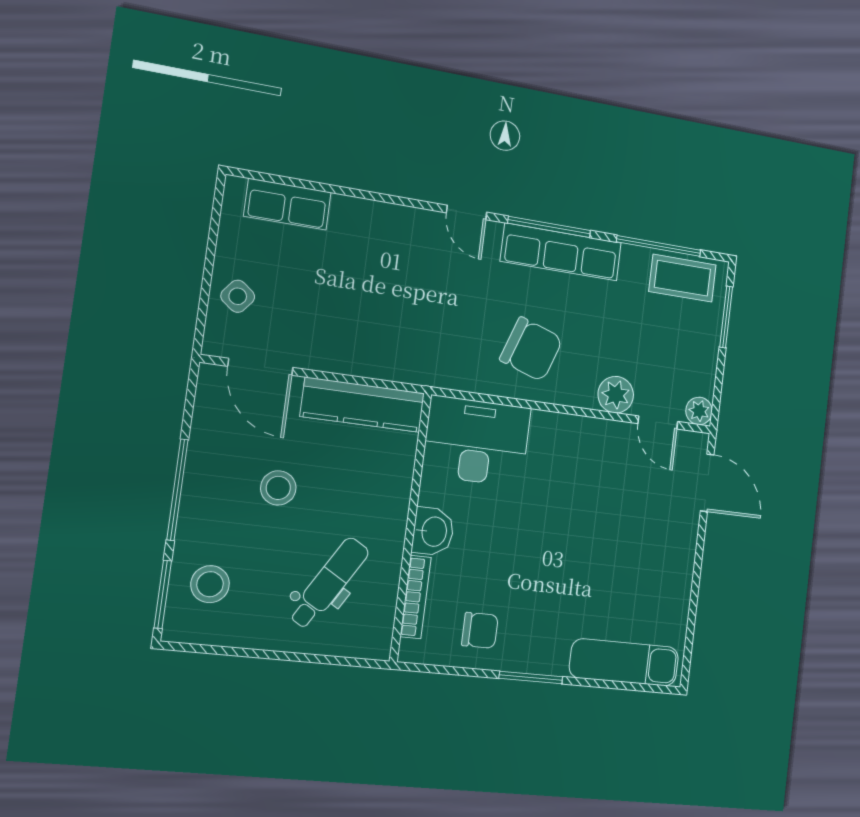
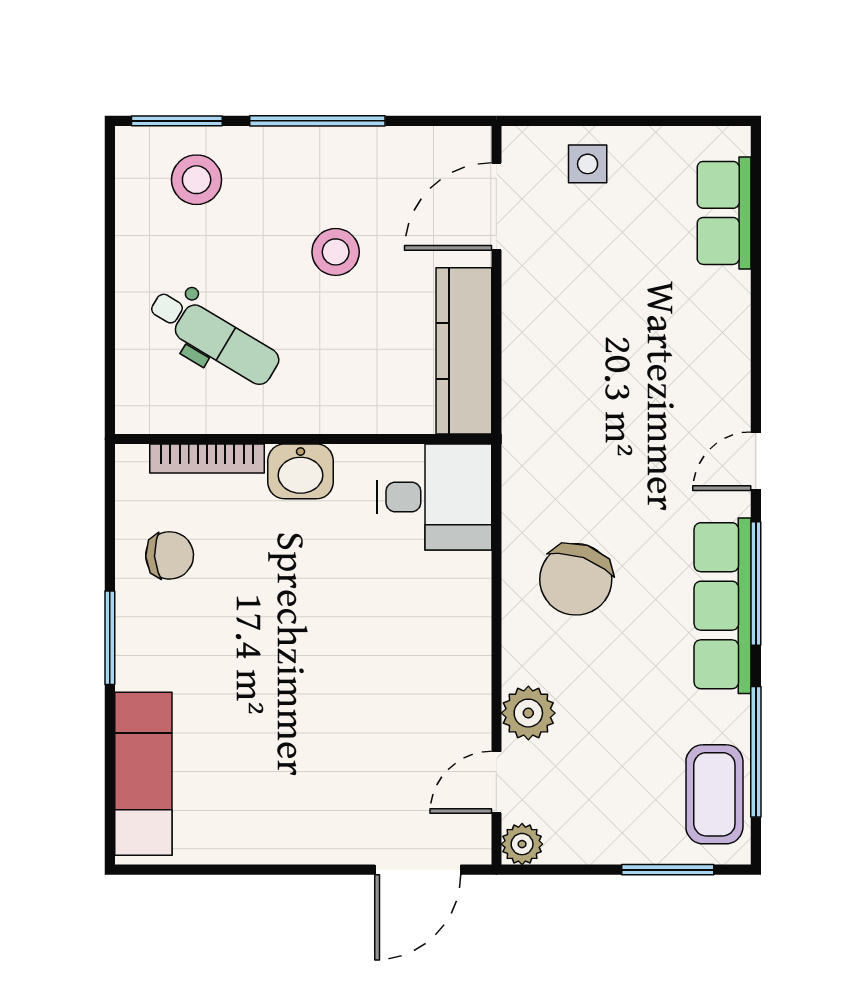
side table: (238, 296) -> (588, 164), turned -38
desk: (477, 441) -> (434, 497), width x0.73
chair: (480, 630) -> (170, 555), turned -93

